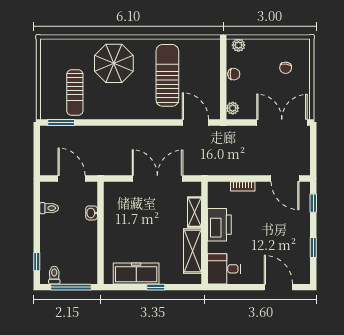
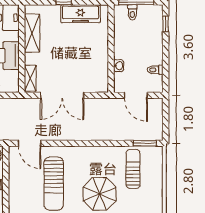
shelving: (195, 212) -> (30, 78), moved
toilet: (54, 275) -> (132, 12), moved

